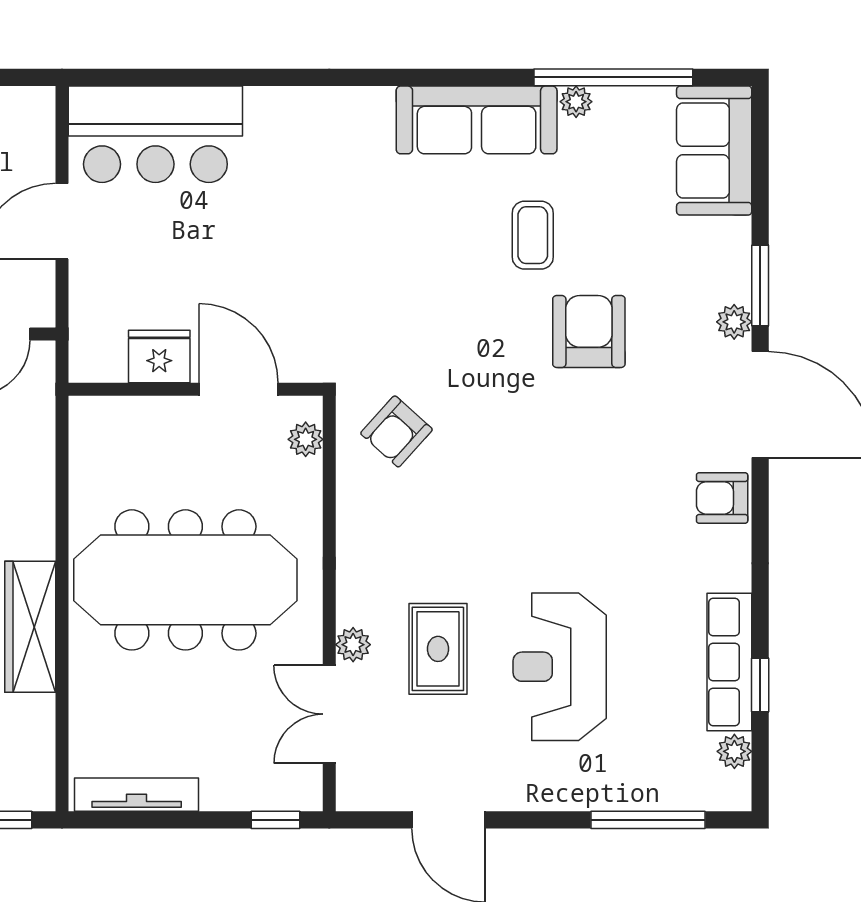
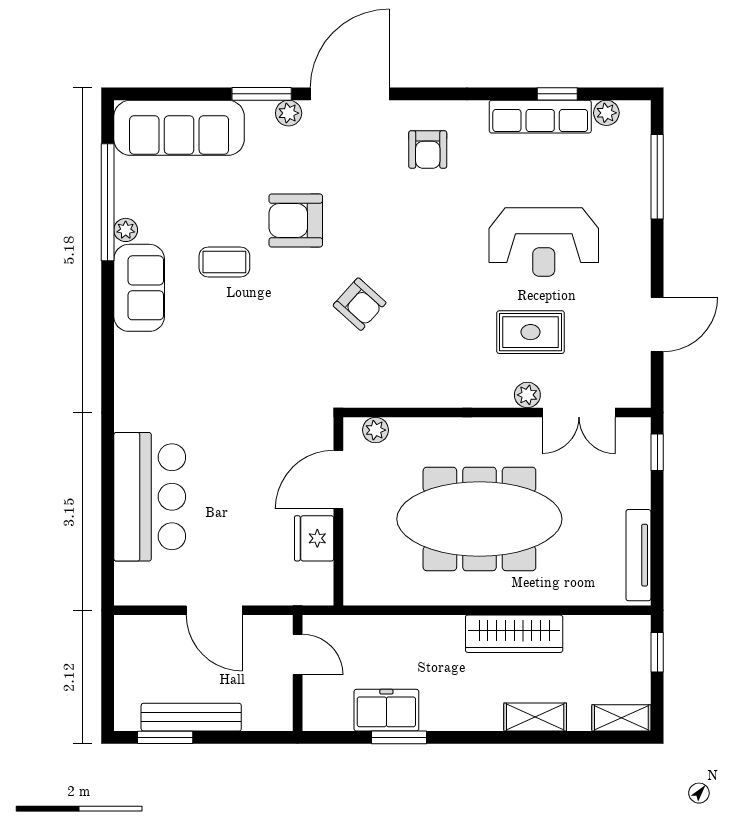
sofa: (477, 120) -> (139, 288), width x0.73
bar counter: (155, 134) -> (150, 497), moved
sofa: (714, 151) -> (179, 128), width x1.36
armchair: (396, 431) -> (360, 304), moved
armchair: (722, 498) -> (428, 149), moved
meeting table: (185, 580) -> (479, 519), turned 90

